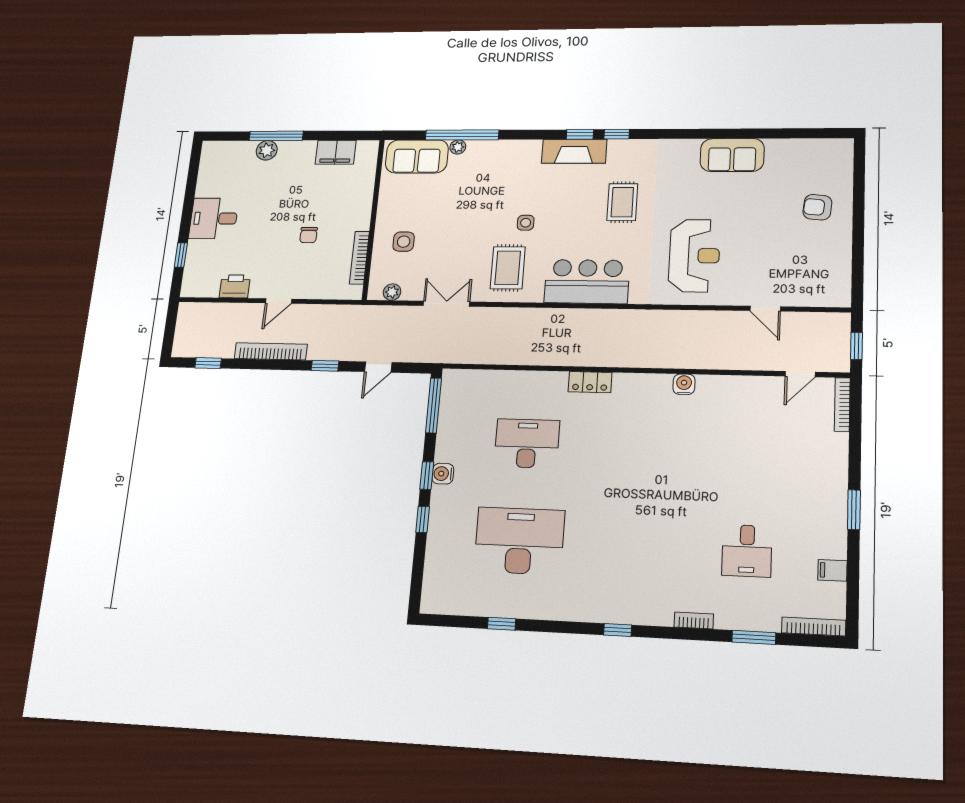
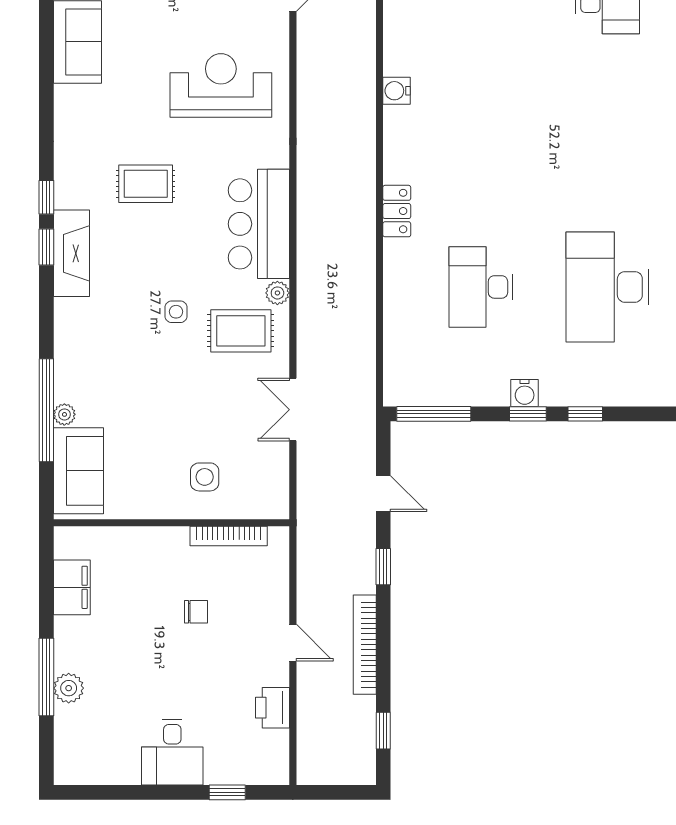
plant: (392, 292) -> (277, 293), moved

